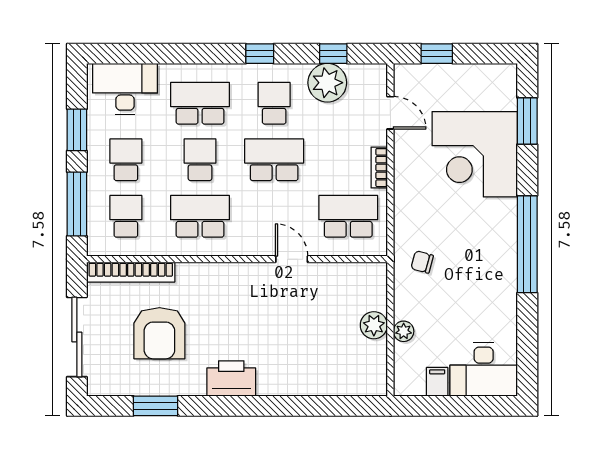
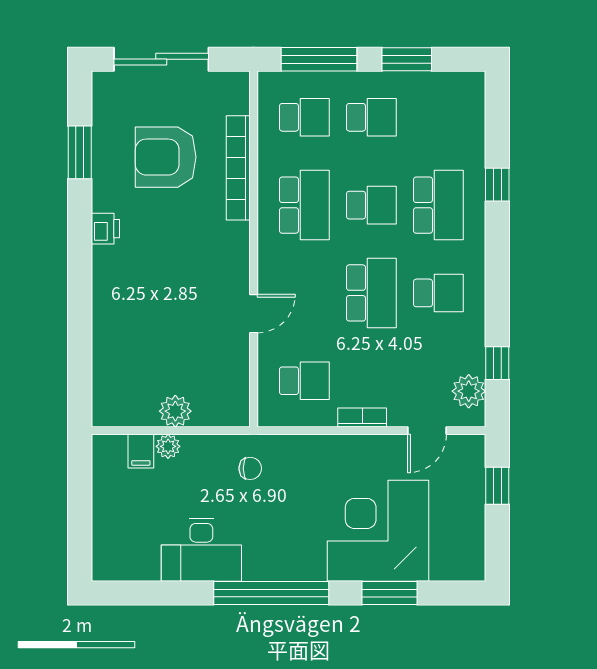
window: (260, 54) -> (497, 185), moved
plant: (327, 83) -> (469, 391), moved, width x0.73, depth x0.73
desk: (125, 89) -> (455, 116), removed
window: (527, 121) -> (390, 593), moved
school desk: (348, 216) -> (304, 381), width x0.54
chair: (422, 262) -> (250, 468), turned 75
bookcase: (131, 272) -> (238, 168), moved
desk: (484, 369) -> (201, 550), moved, turned -90
printer: (231, 378) -> (105, 229), width x0.53, depth x0.68
filing cabinet: (437, 382) -> (141, 451), moved, turned 90

